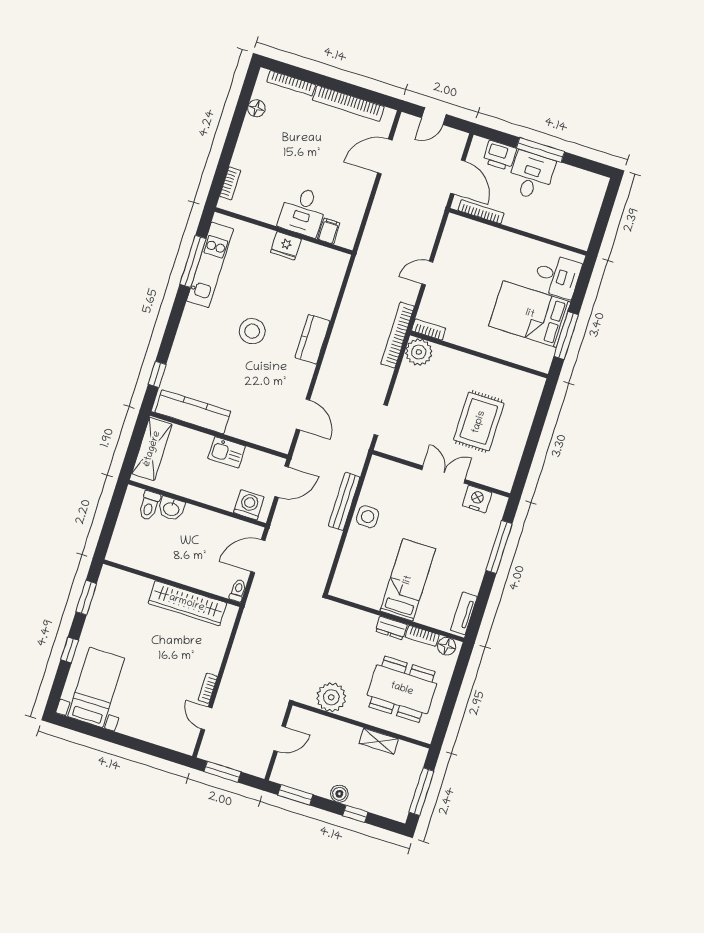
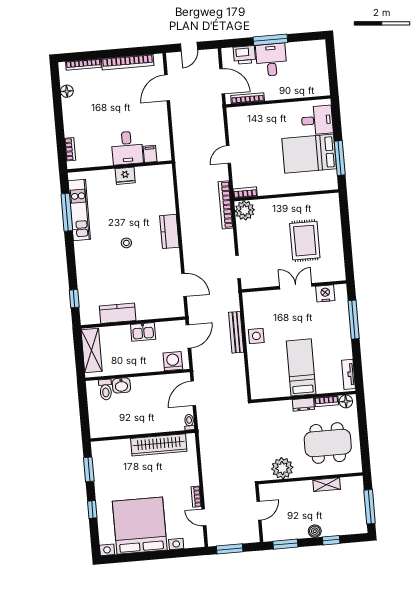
stool: (252, 331) -> (126, 243), width x0.53, depth x0.53
kitchen counter: (193, 412) -> (118, 313), width x0.67
bed with nightstands: (96, 687) -> (140, 526), width x1.85

